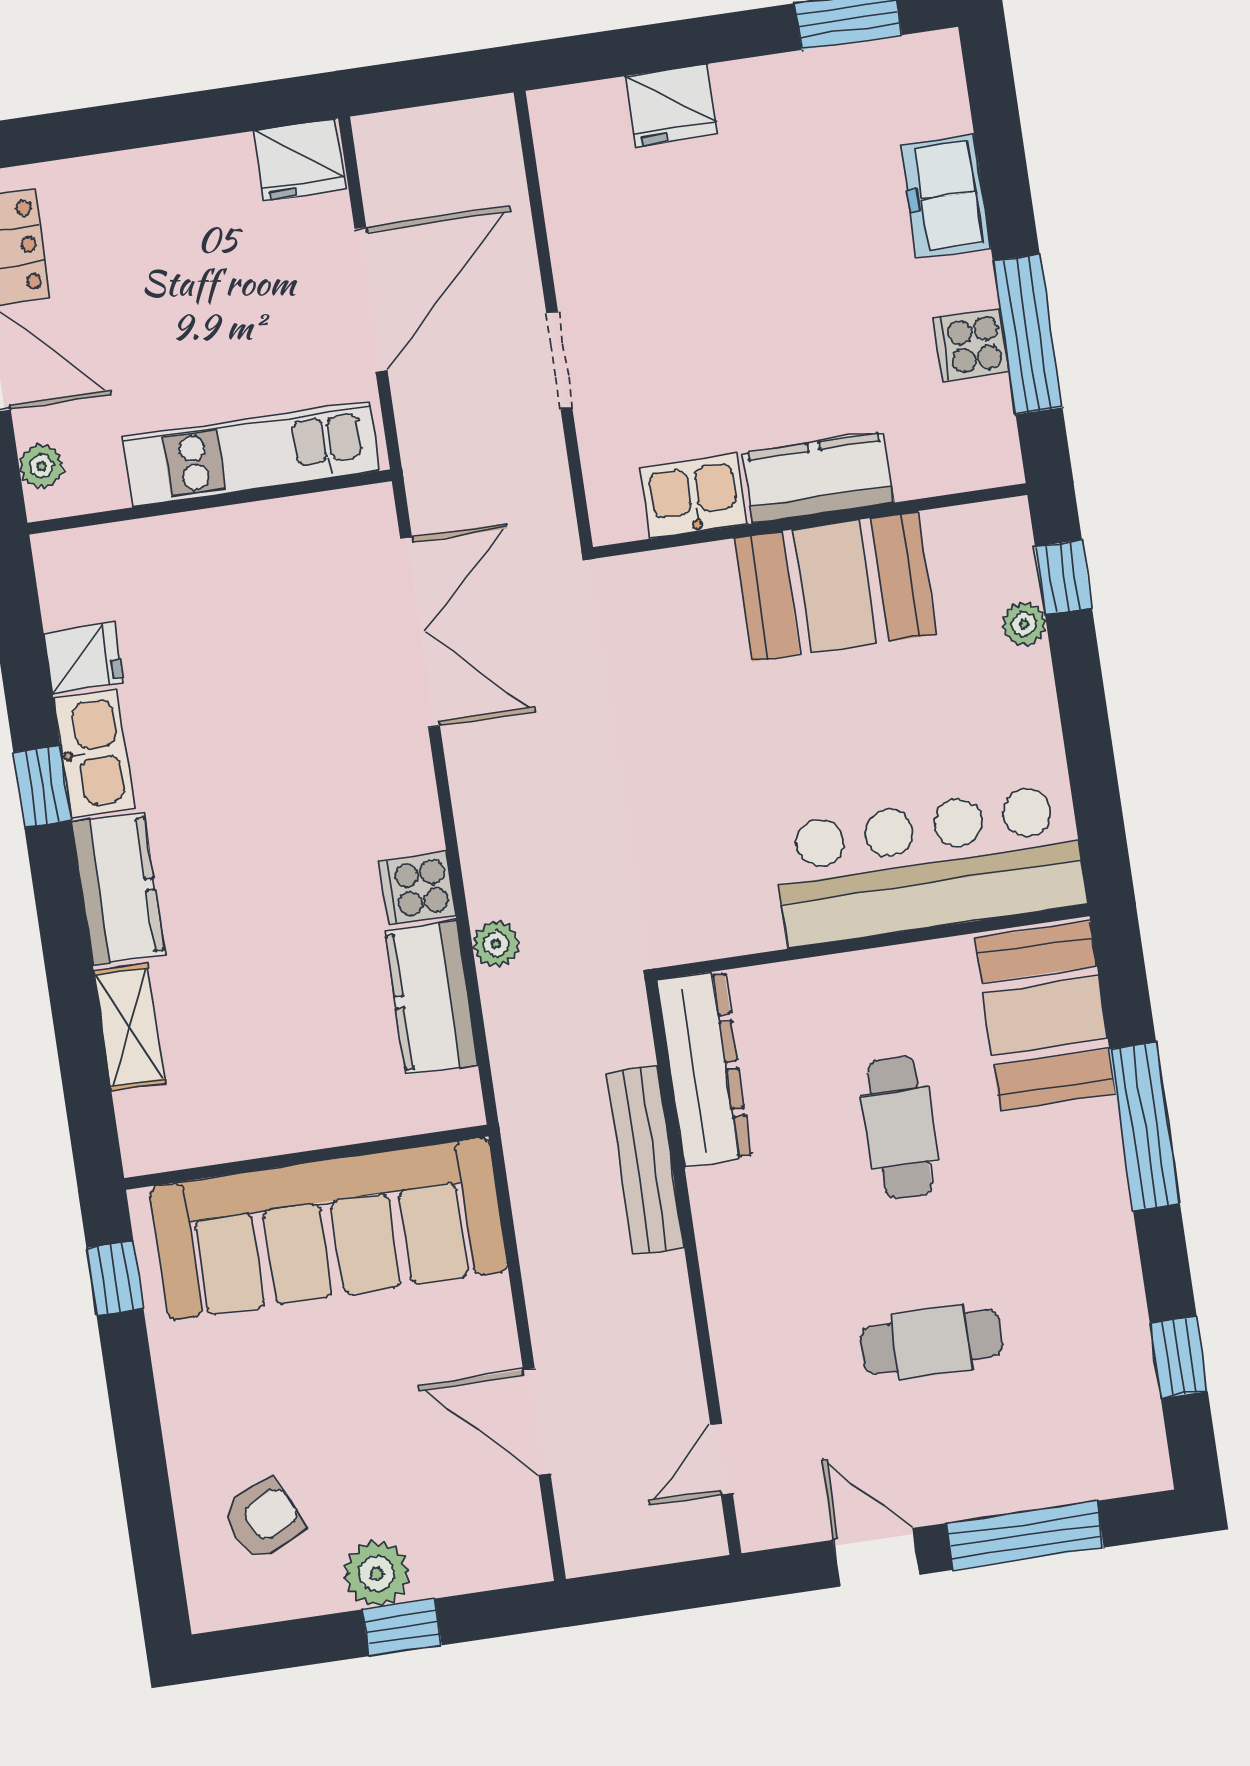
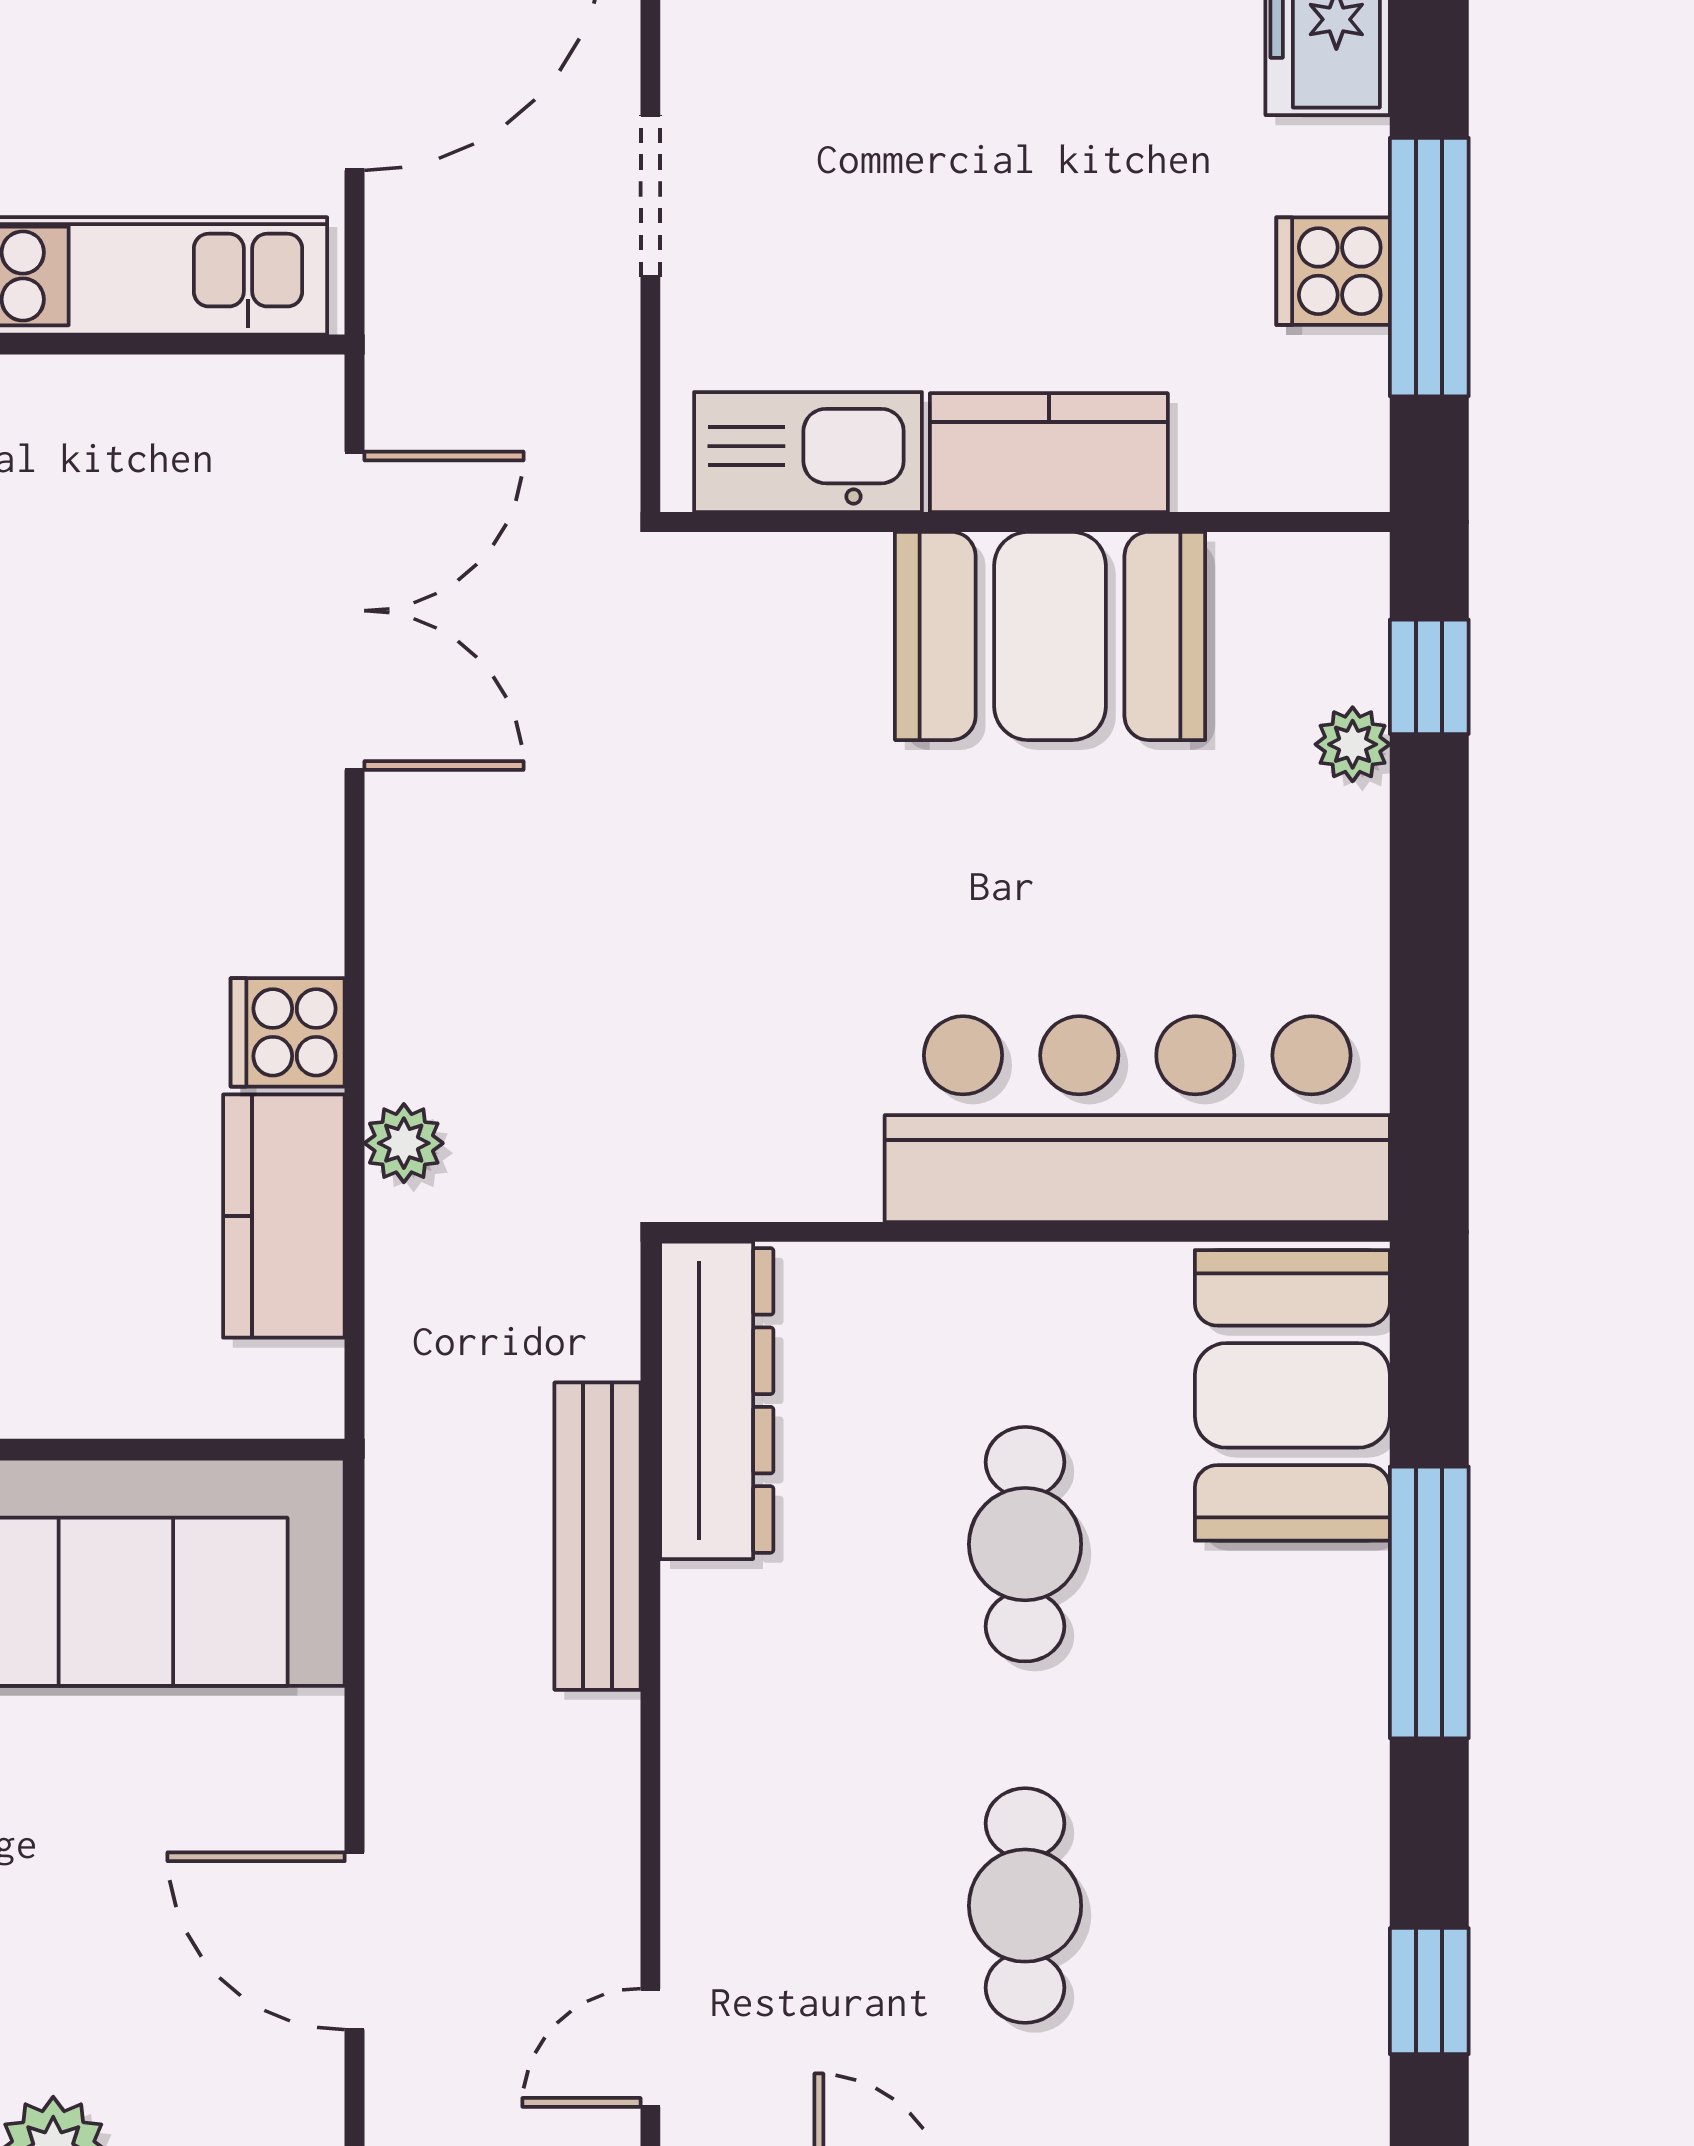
kitchen sink: (694, 496) -> (808, 452), width x1.38
cafe table: (931, 1342) -> (1025, 1906), turned 90

